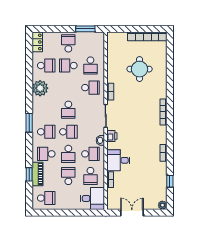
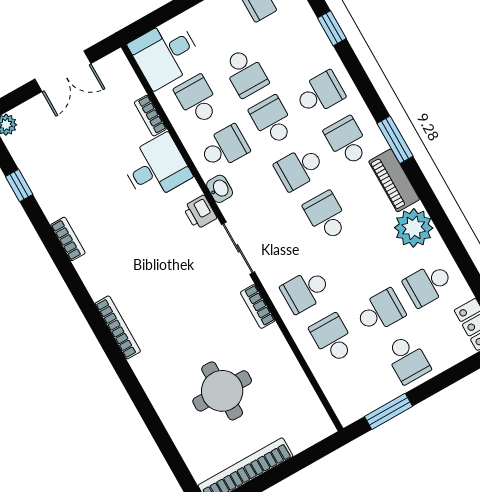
school desk: (46, 132) -> (347, 141), turned 90
school desk: (90, 154) -> (224, 147), turned 180
piano: (38, 174) -> (394, 180), moved

